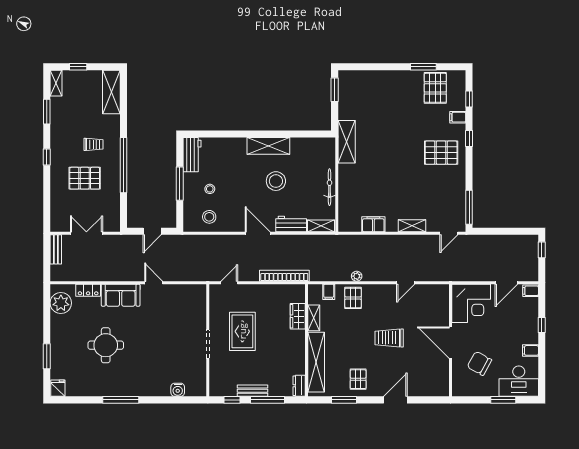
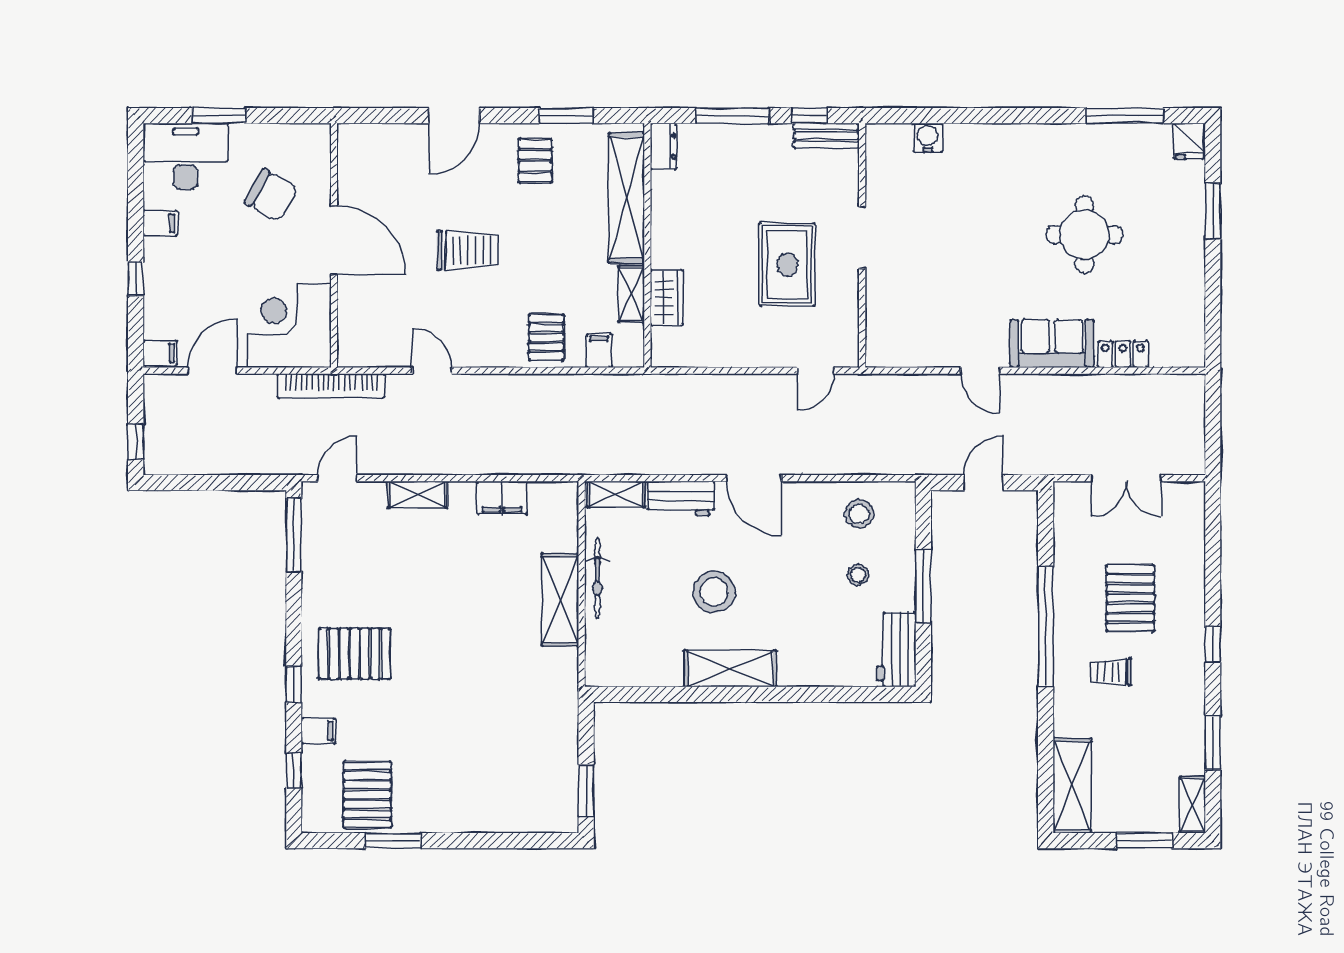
window: (78, 67) -> (1144, 841), width x1.50
shelving: (347, 142) -> (560, 600), moved
pallet: (85, 178) -> (1130, 598), turned 90
bench: (56, 249) -> (1193, 443), removed
bookcase: (284, 276) -> (331, 386), moved
plant: (357, 276) -> (538, 385), removed
door: (406, 283) -> (432, 371), hinge flipped
plant: (61, 303) -> (1182, 326), removed
bench: (252, 391) -> (826, 136), moved
window: (121, 400) -> (1125, 116), moved

